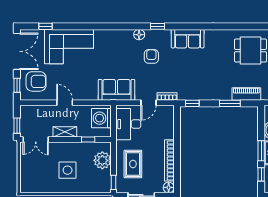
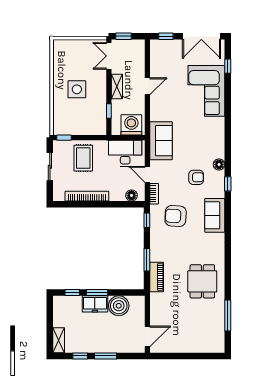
armchair: (36, 81) -> (176, 216), moved, turned 93
plant: (102, 160) -> (87, 126), removed
rug: (133, 164) -> (83, 158), turned 90
floor lamp: (169, 187) -> (132, 195), moved

